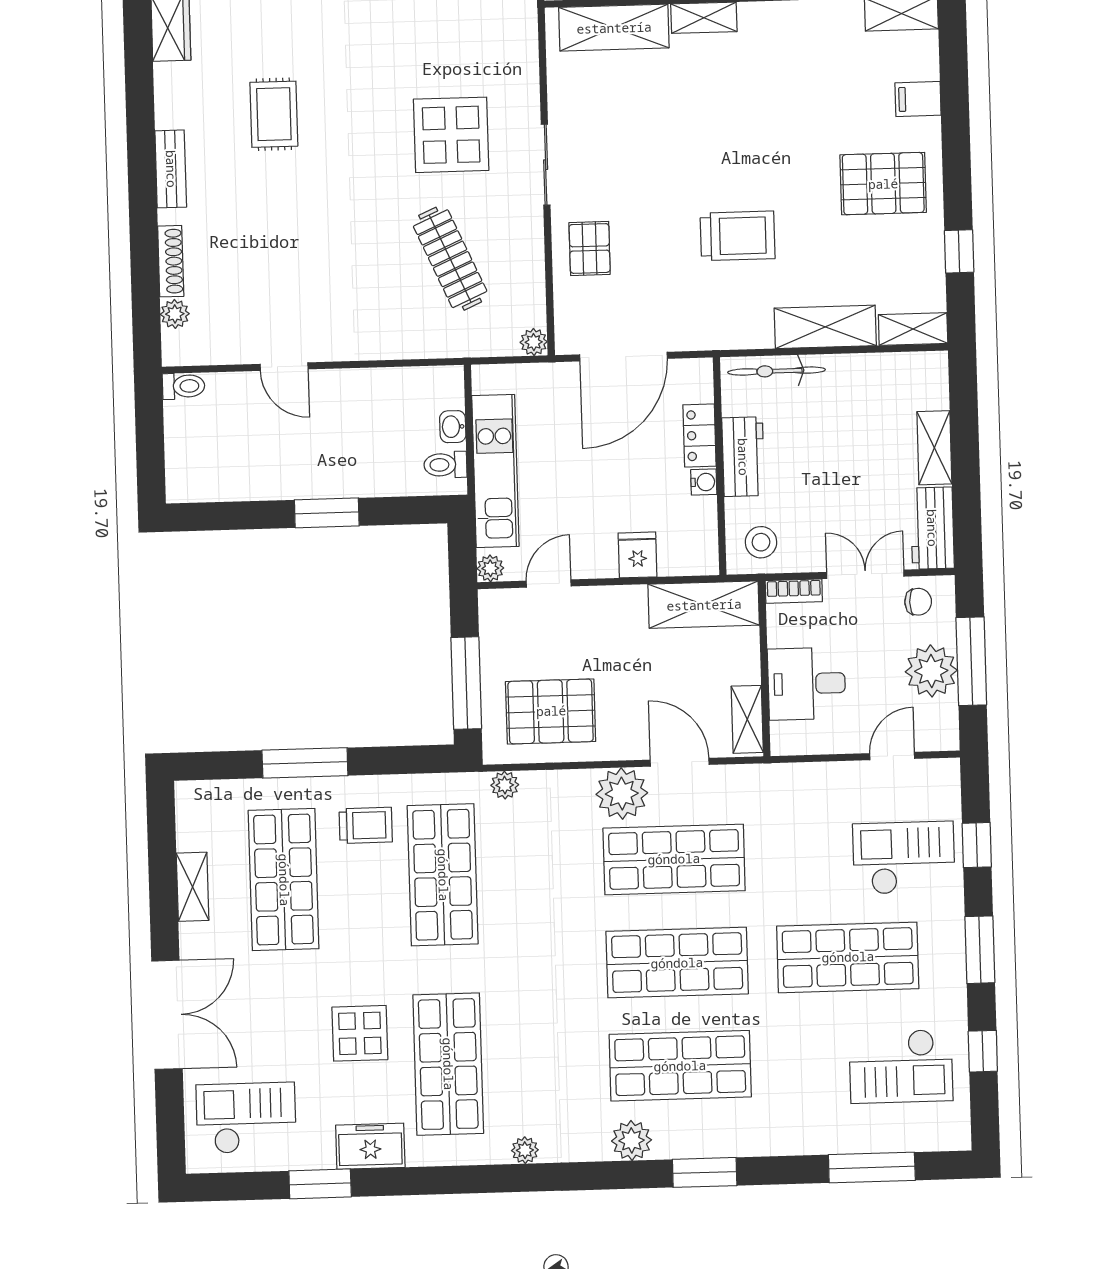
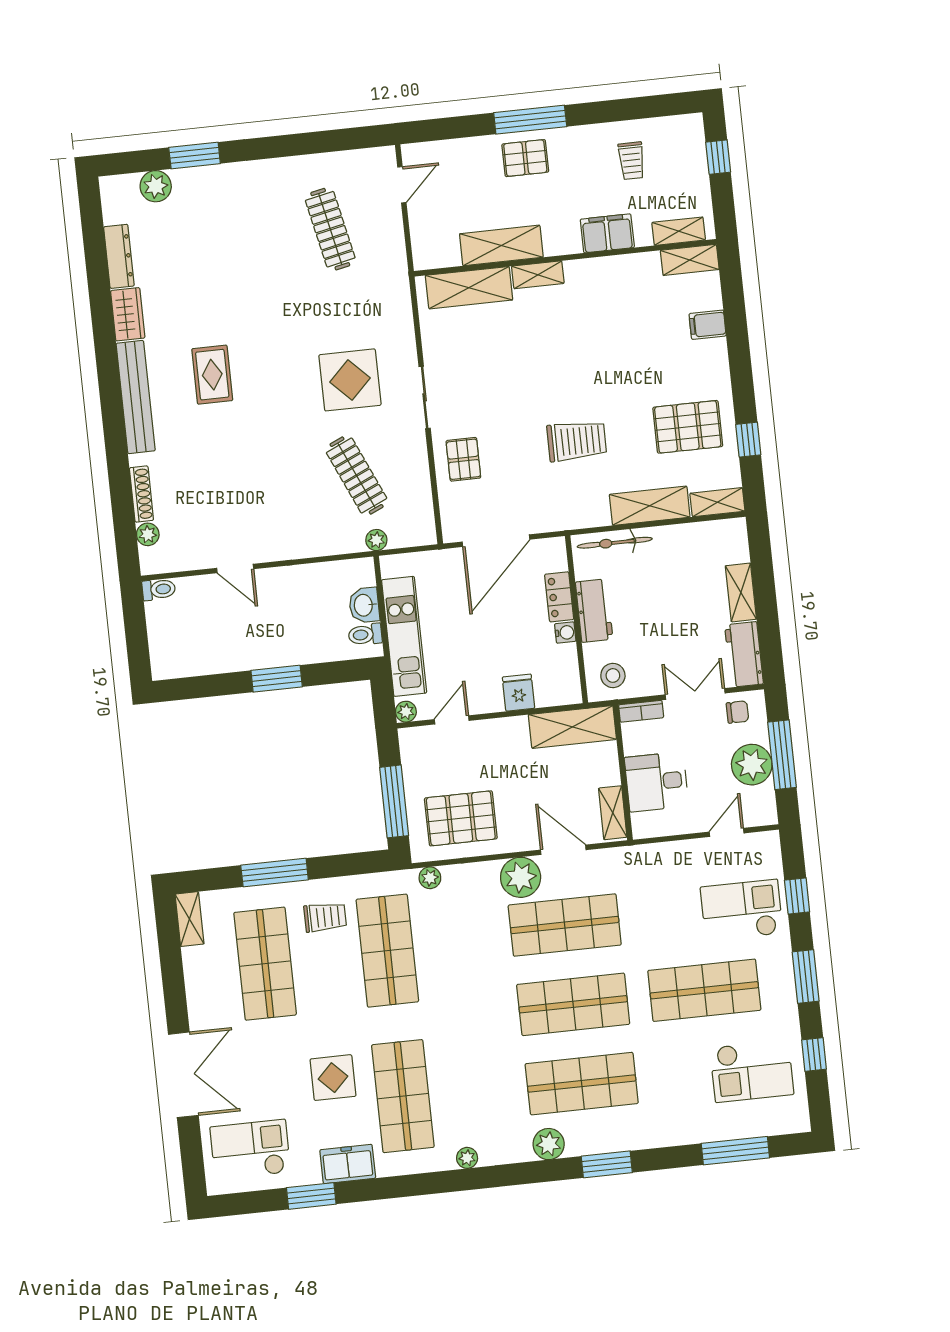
bench: (171, 169) -> (136, 397), width x1.86, depth x1.21
pallet: (883, 184) -> (688, 427), moved
plant: (534, 342) -> (376, 540), moved
washbasin: (453, 427) -> (364, 605), width x1.38, depth x1.45
shelving: (193, 887) -> (189, 919), moved

